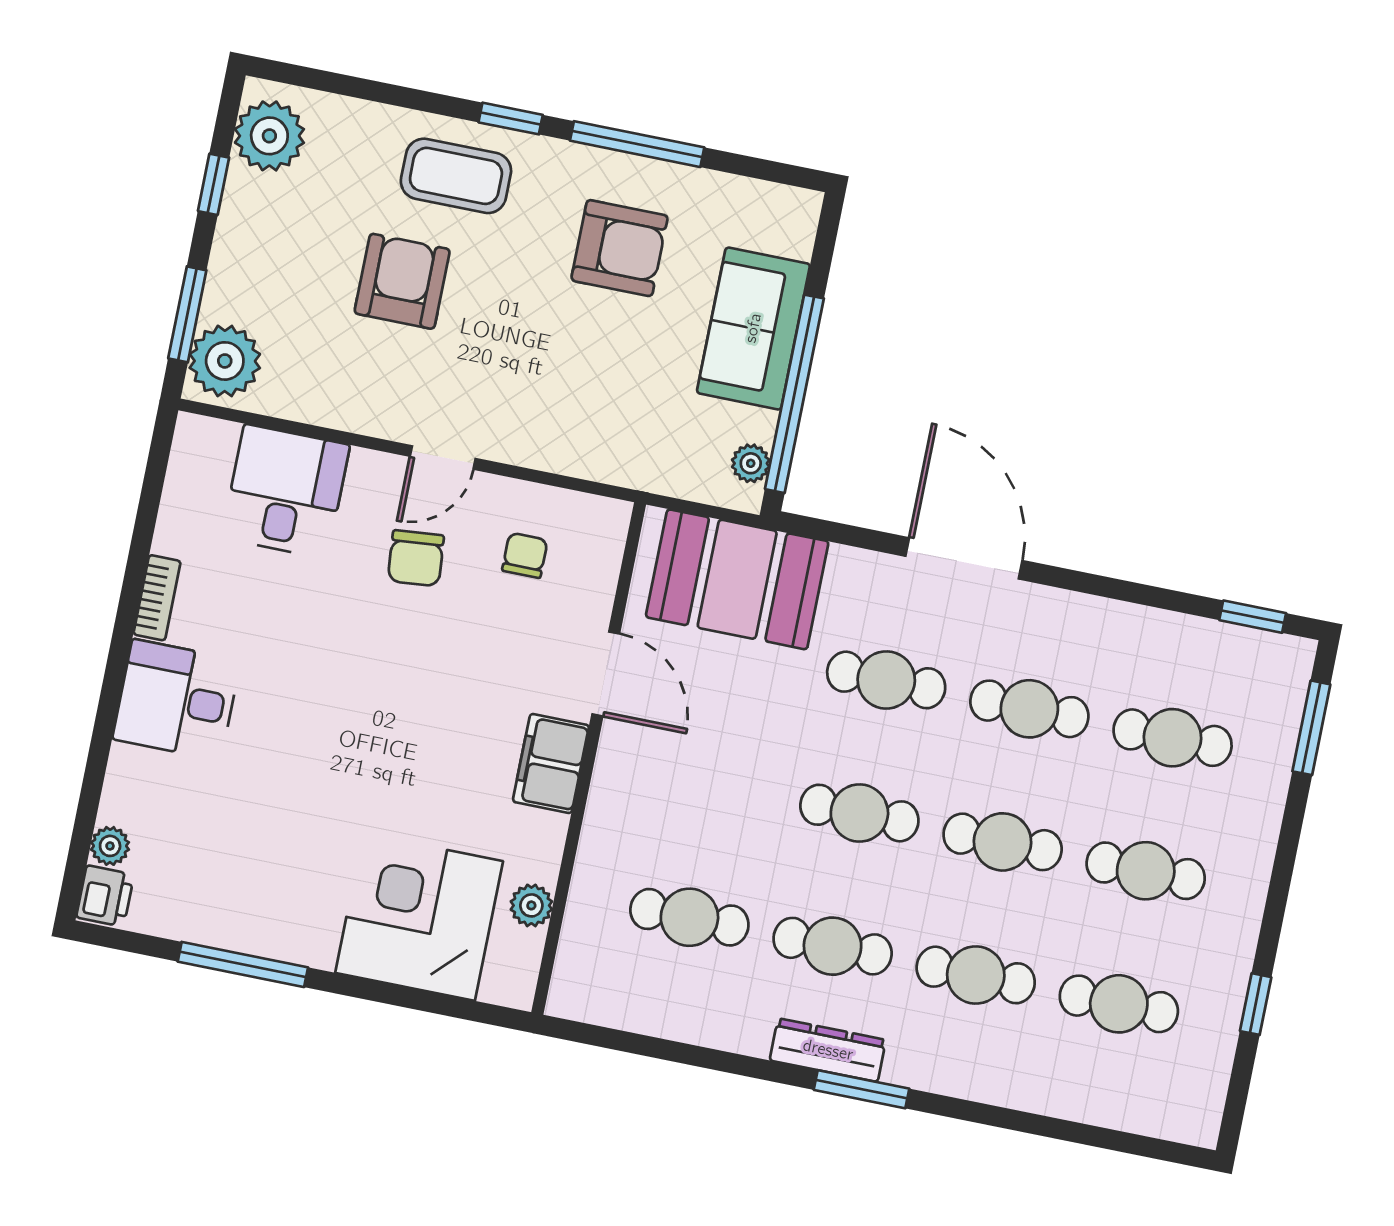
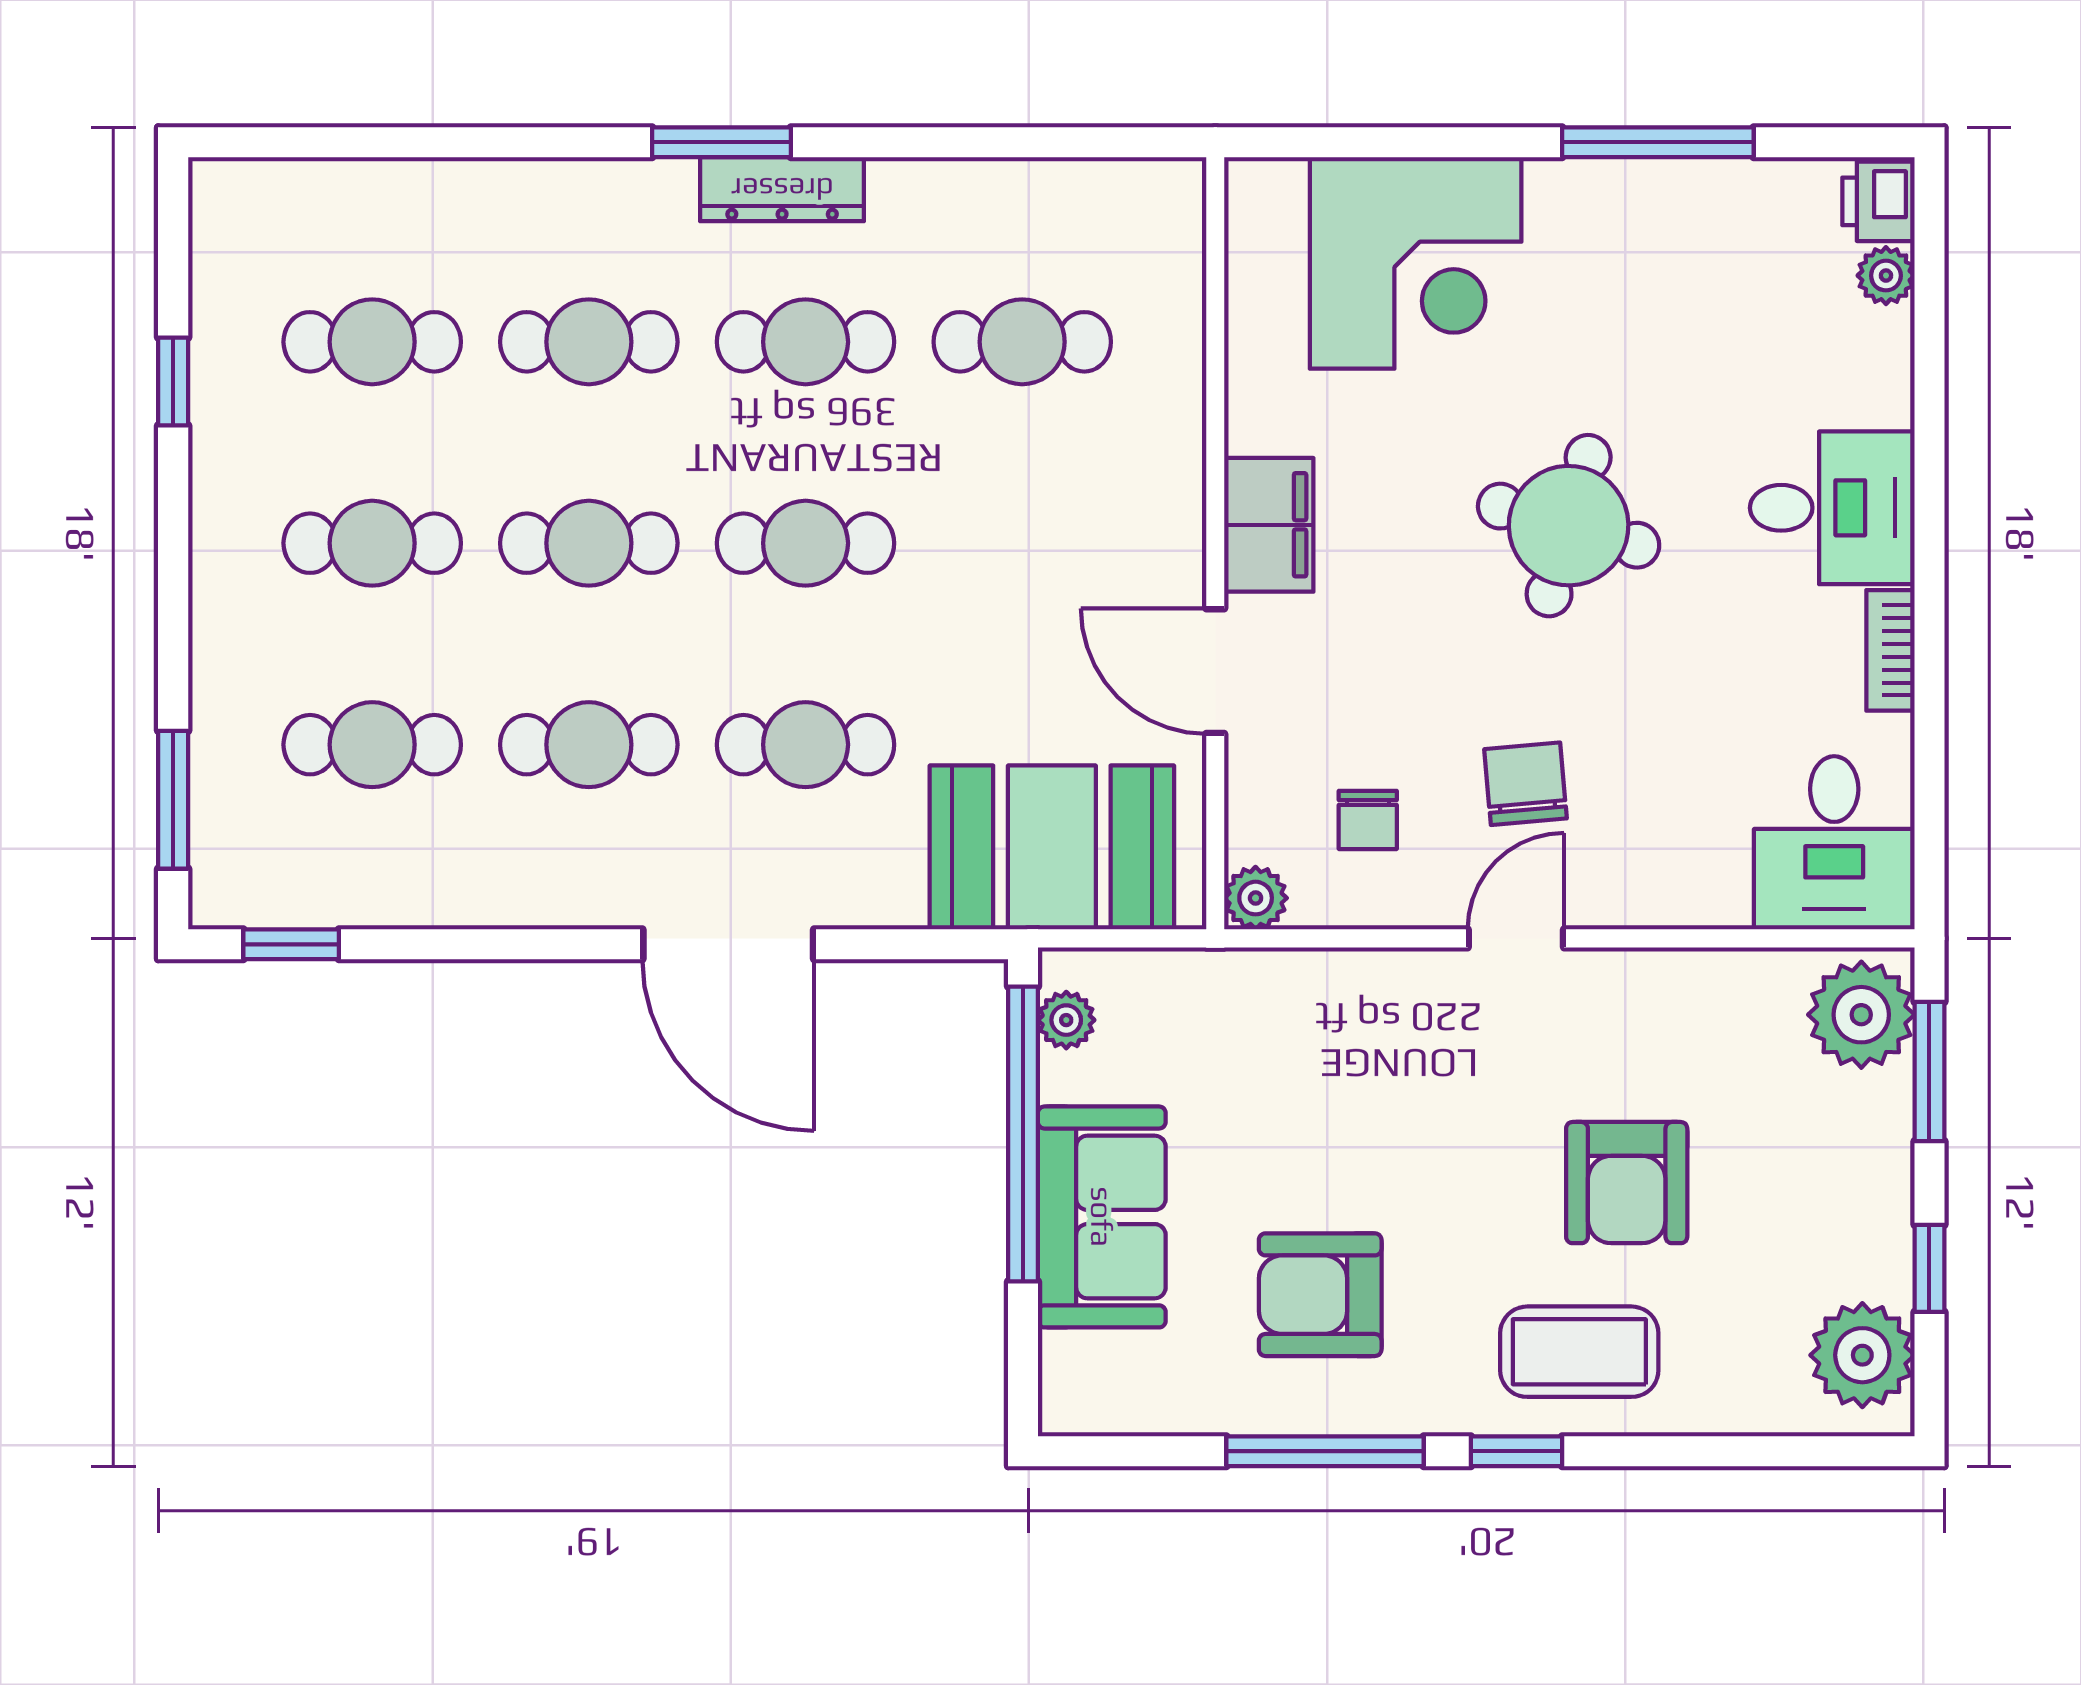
desk: (286, 491) -> (1834, 843), moved
round table: (353, 723) -> (1569, 526), added
plant: (531, 905) -> (1256, 898), moved

